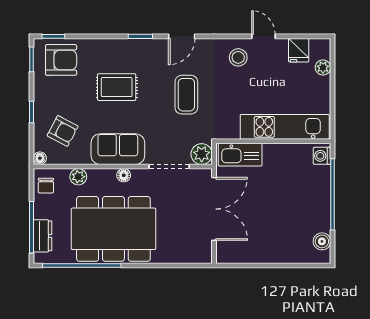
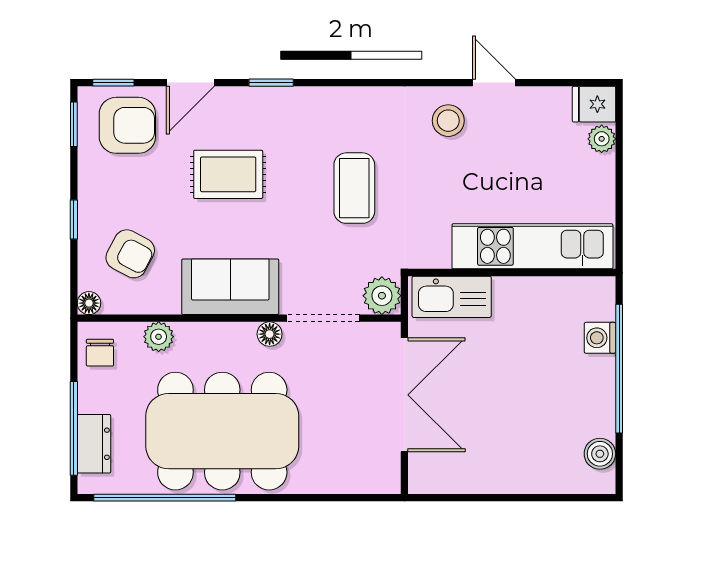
door: (182, 36) -> (190, 83), moved
fridge: (299, 50) -> (594, 104), moved, turned 90
washing machine: (322, 156) -> (600, 338), moved
floor lamp: (124, 175) -> (270, 334), moved

